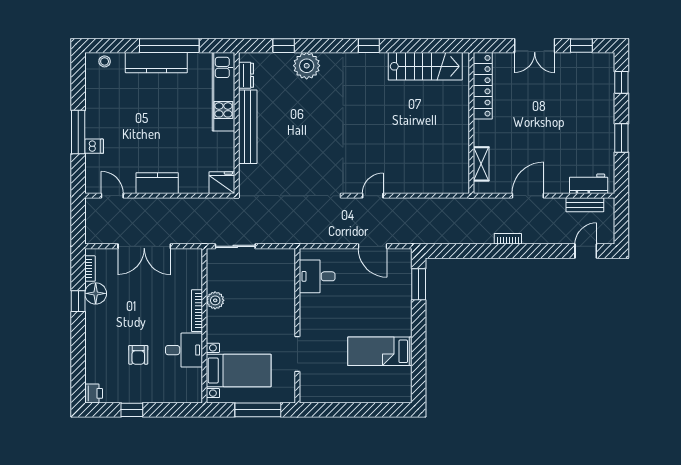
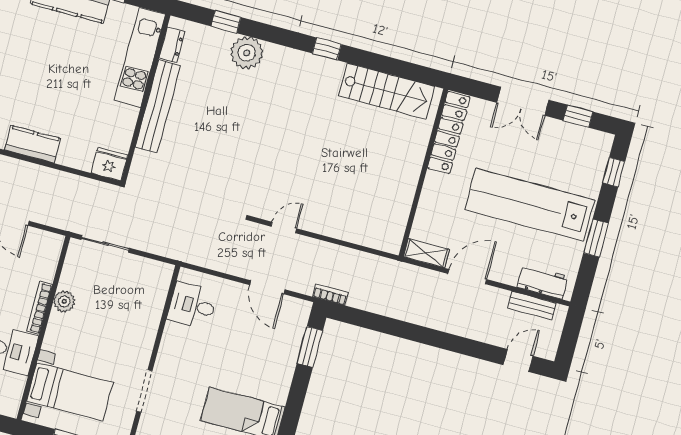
lab bench: (562, 126) -> (530, 205), added
shelving: (481, 164) -> (426, 253), moved, turned 90
bookcase: (508, 239) -> (330, 295), moved

